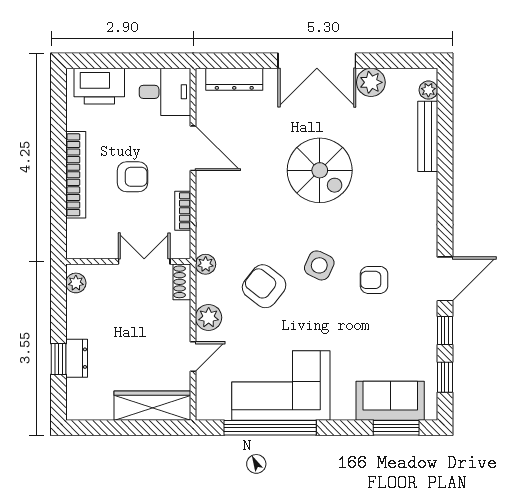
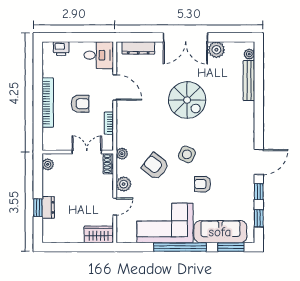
printer: (99, 86) -> (61, 49), width x0.53, depth x0.68
armchair: (374, 280) -> (202, 184), moved
sofa: (390, 401) -> (220, 232), width x1.36
wardrobe: (152, 406) -> (99, 234), width x0.67
window: (270, 428) -> (180, 247), moved

